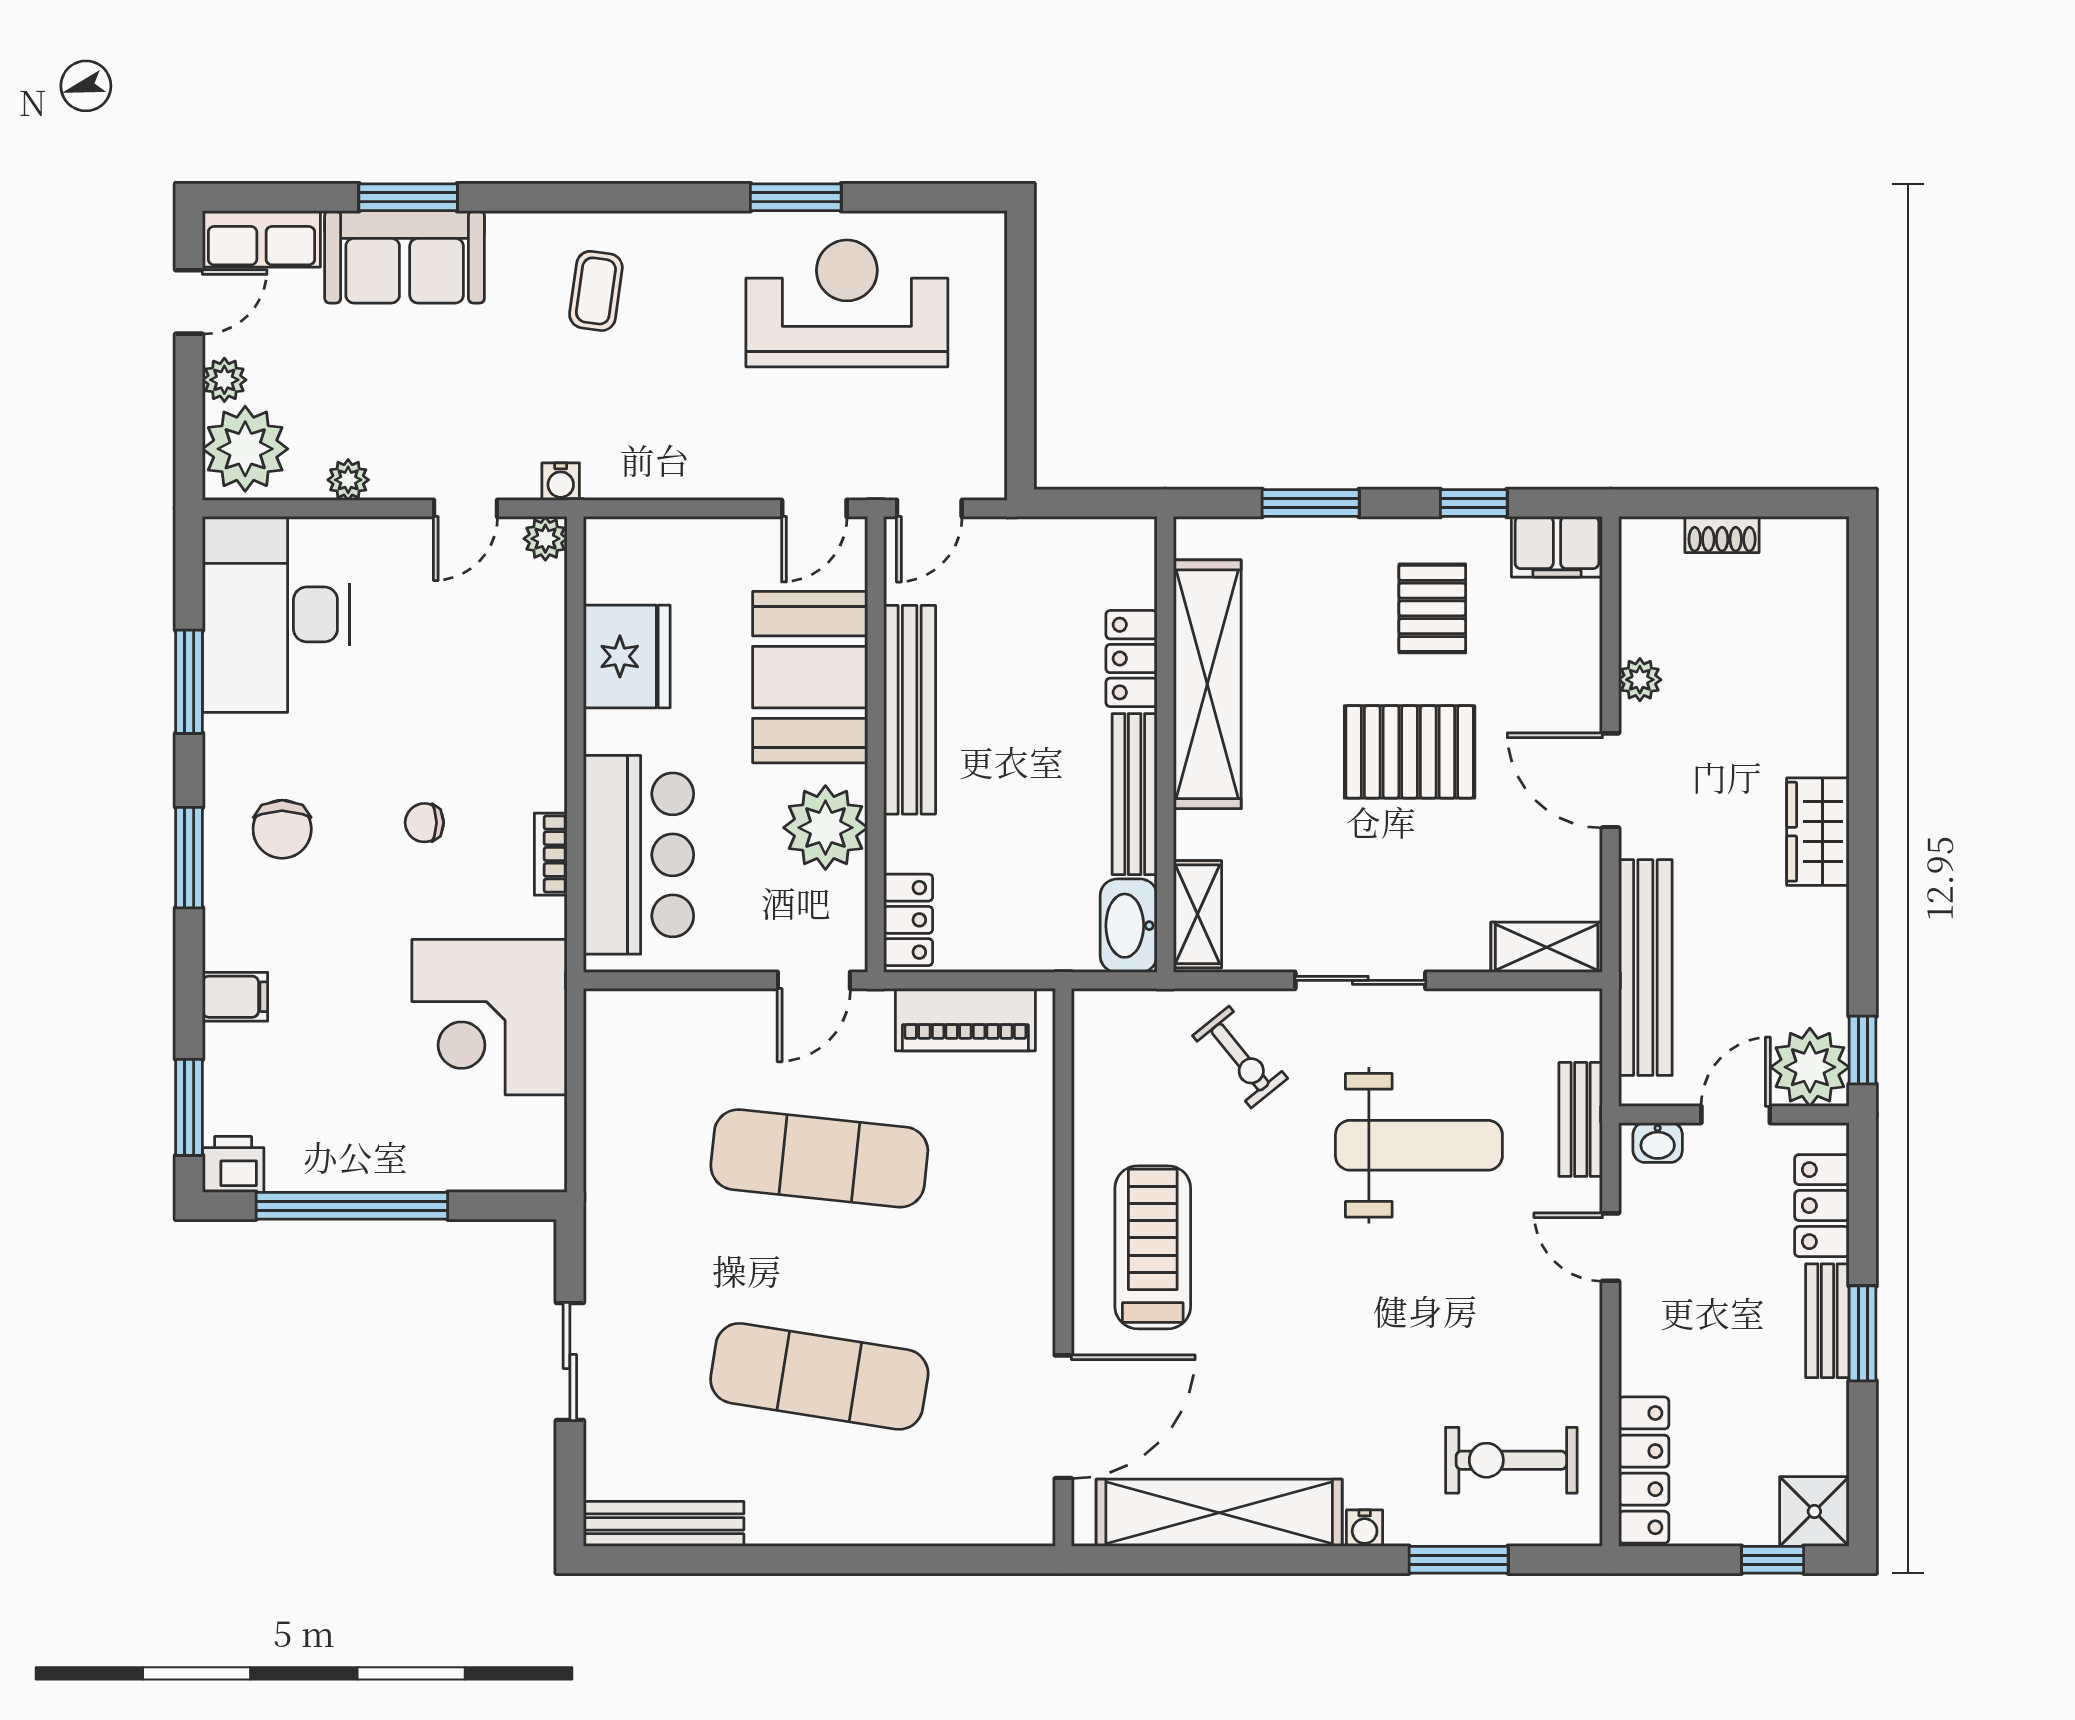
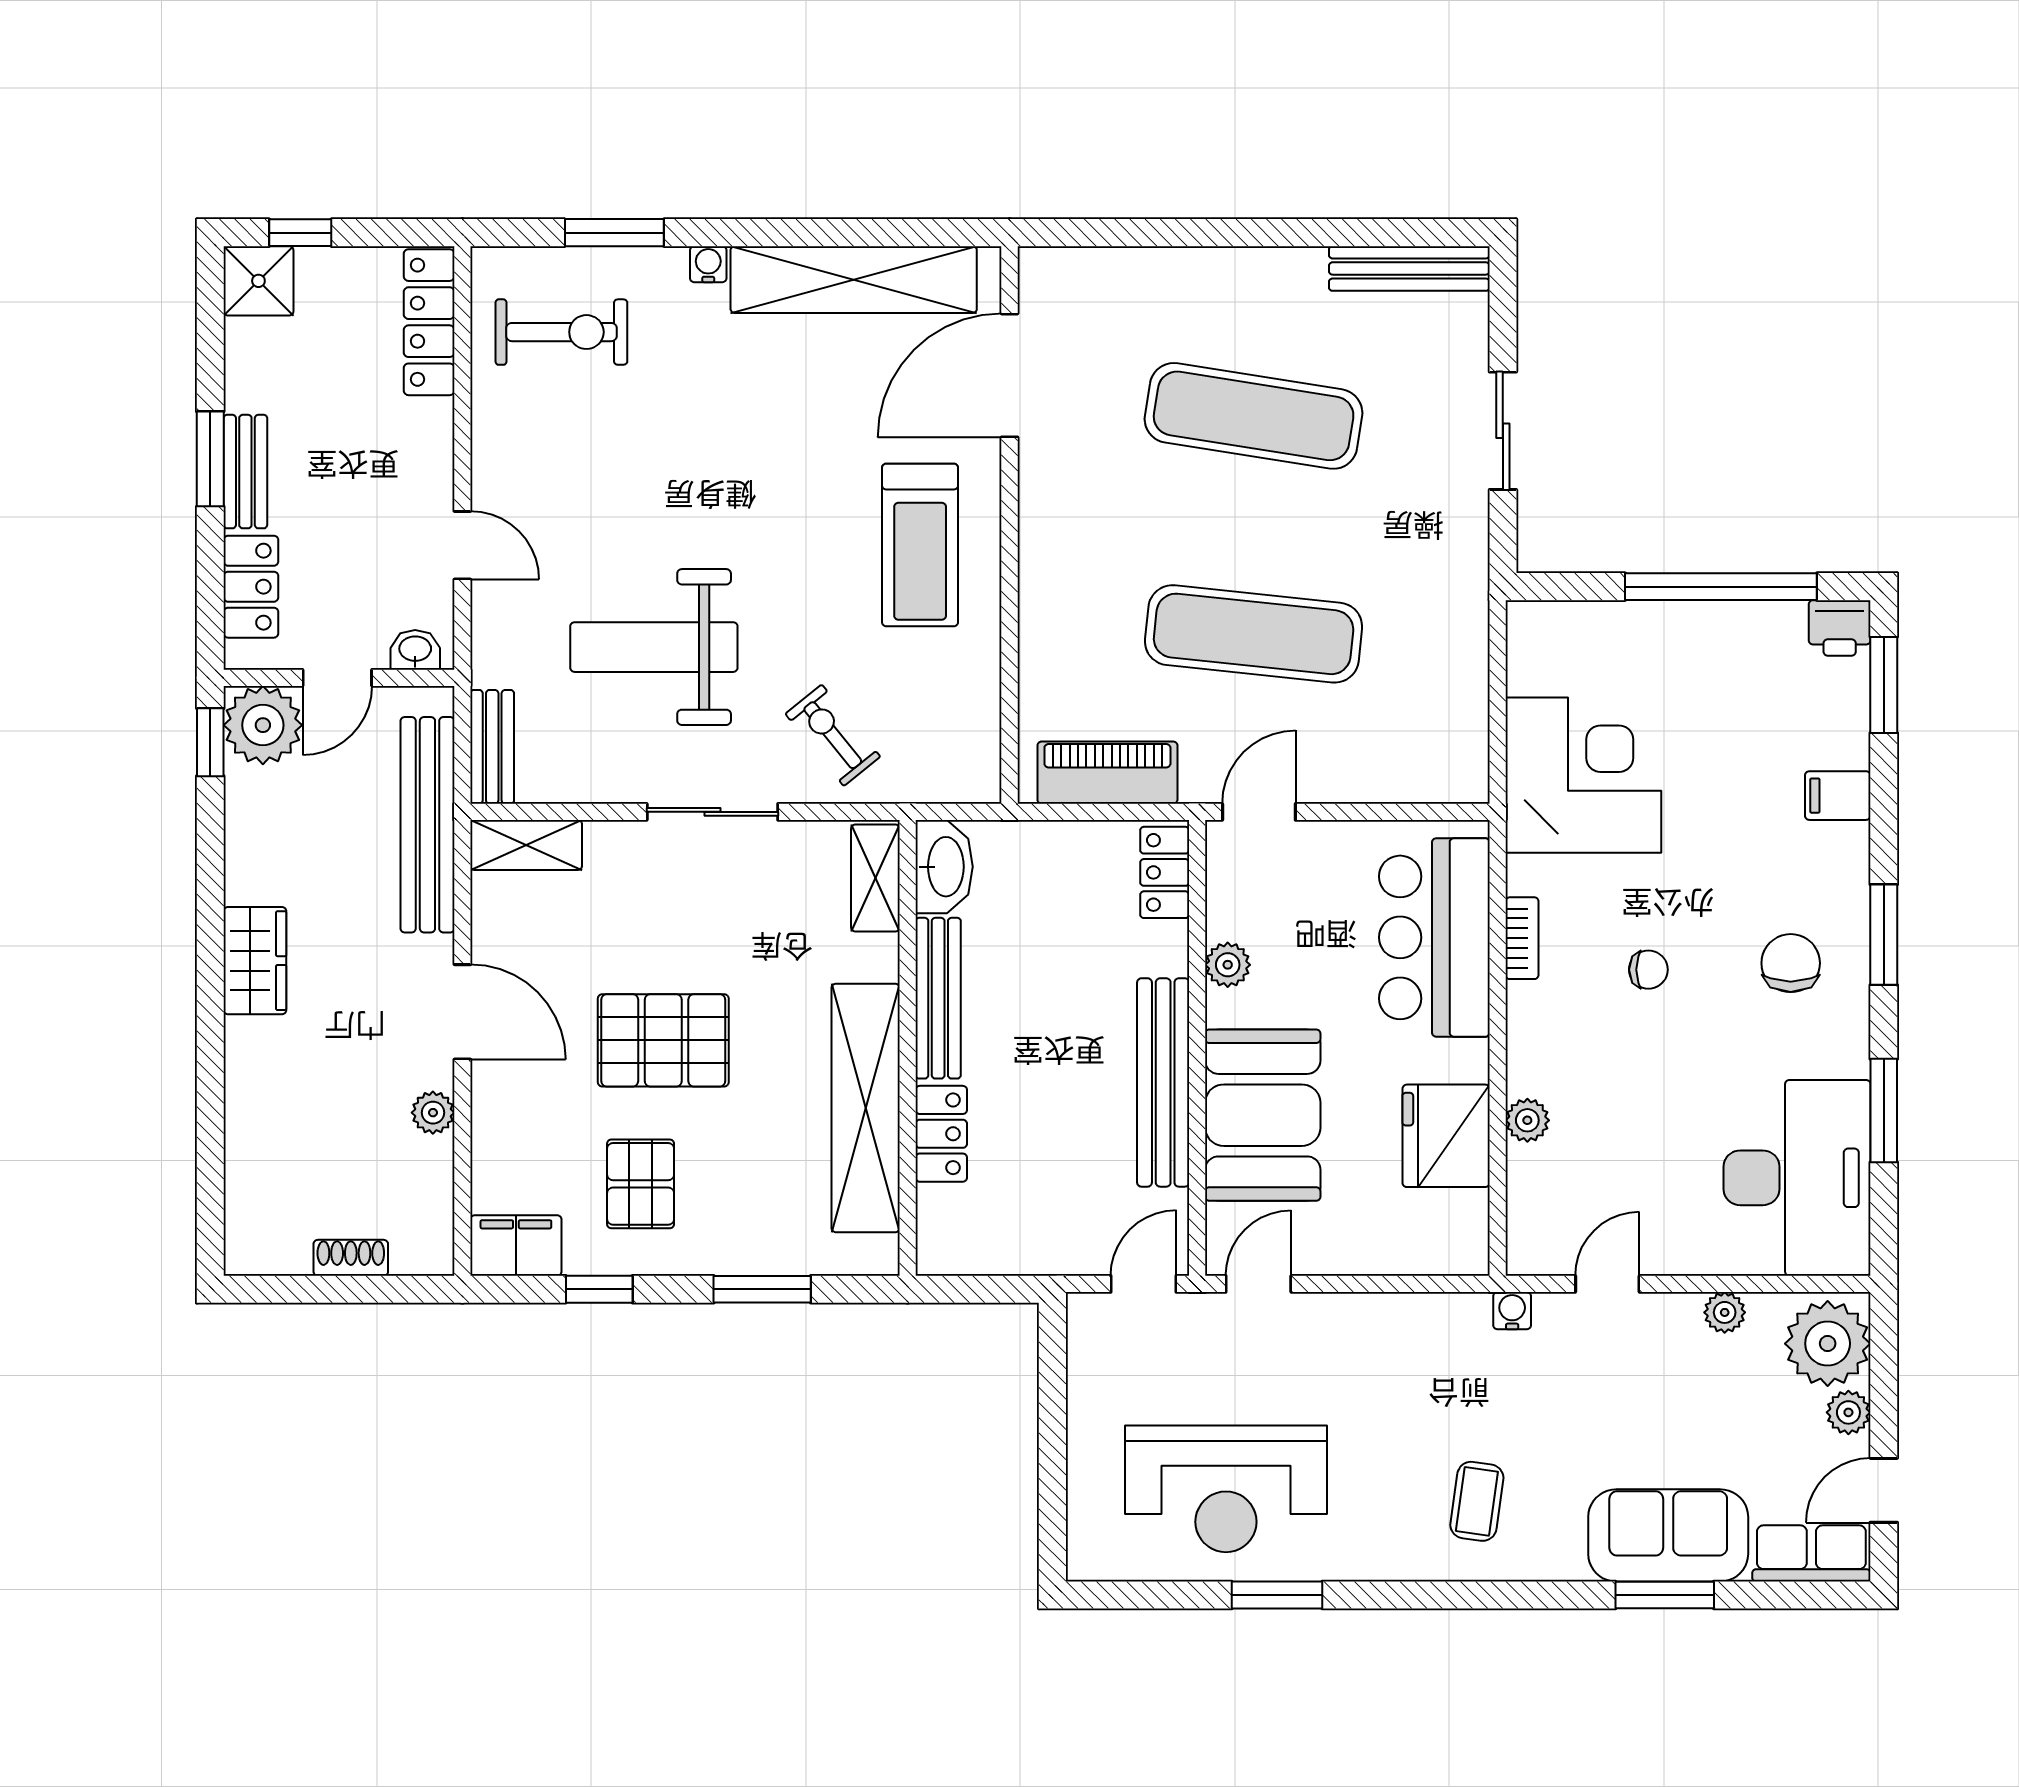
plant: (545, 539) -> (1527, 1120), moved
plant: (825, 828) -> (1228, 965), width x0.53, depth x0.53
bench: (1581, 1119) -> (492, 747), moved

